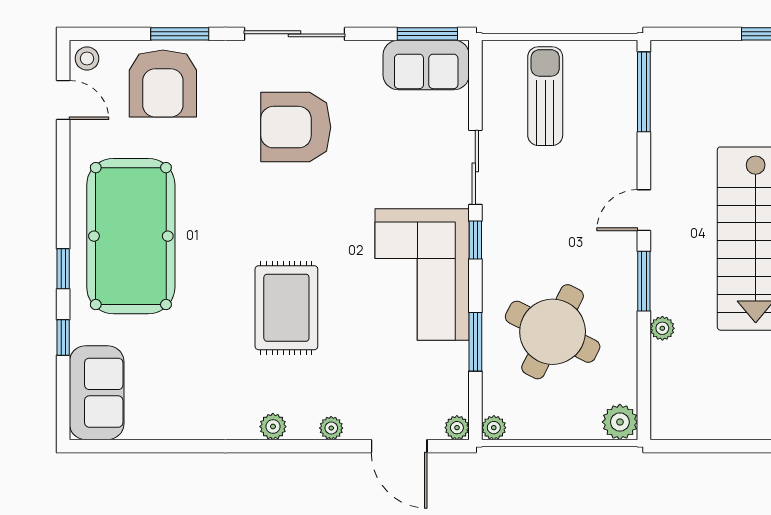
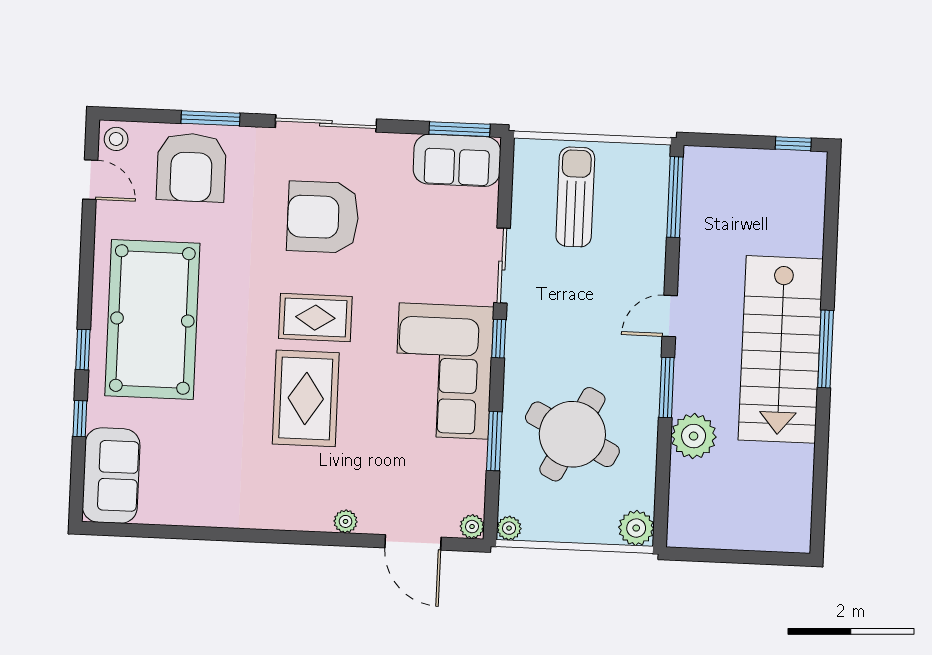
rug: (292, 227) -> (315, 318), added
plant: (662, 328) -> (694, 436), width x1.88, depth x1.88
plant: (273, 427) -> (287, 517), removed

